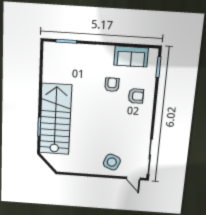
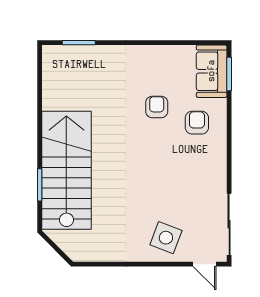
sofa: (131, 56) -> (212, 71), moved, turned 90
armchair: (136, 96) -> (197, 123), turned -90

